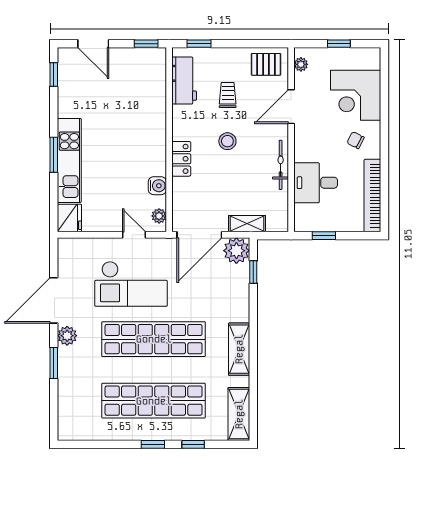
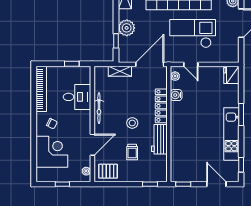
workbench: (184, 80) -> (159, 139), moved
locker: (181, 159) -> (161, 106), width x1.53
kitchen unit: (69, 160) -> (231, 134), moved
plant: (236, 251) -> (127, 28), moved

